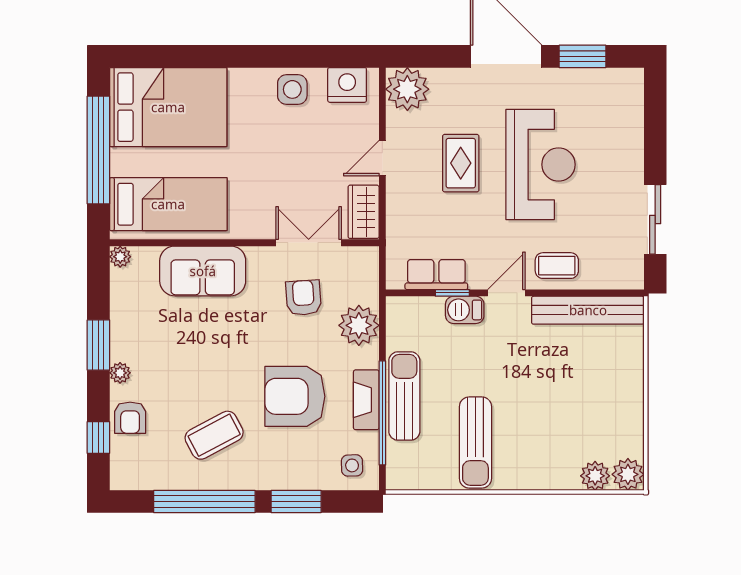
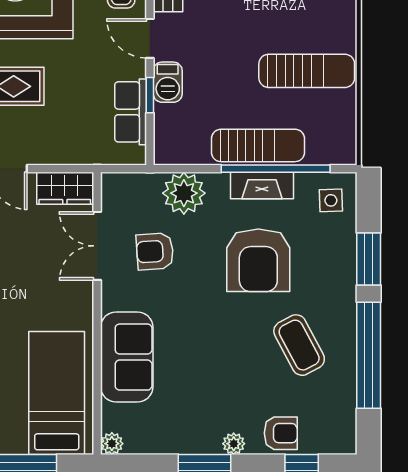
sun lounger: (404, 396) -> (258, 145), turned 180

